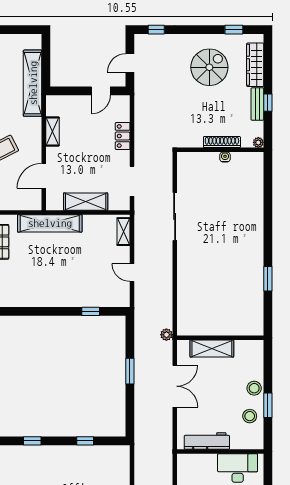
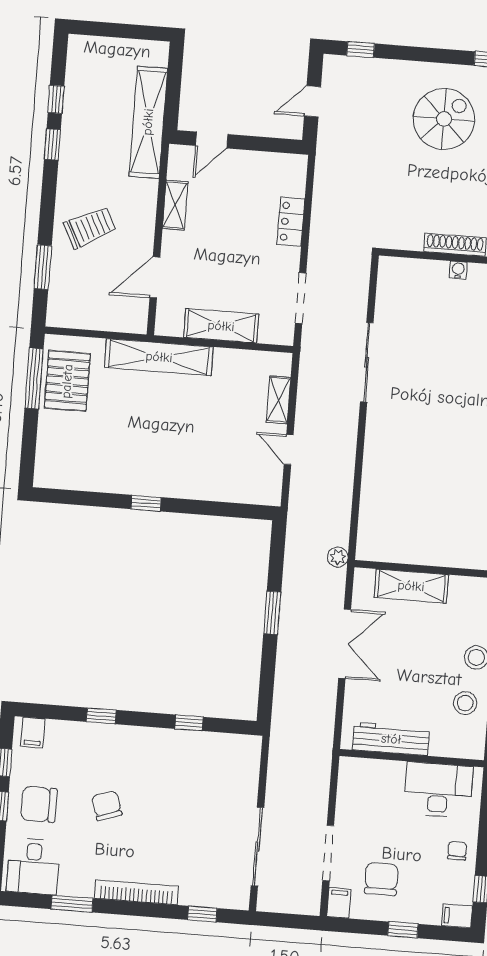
door: (101, 91) -> (212, 140), moved
shelving: (124, 232) -> (278, 400), moved
window: (91, 311) -> (146, 503), moved

